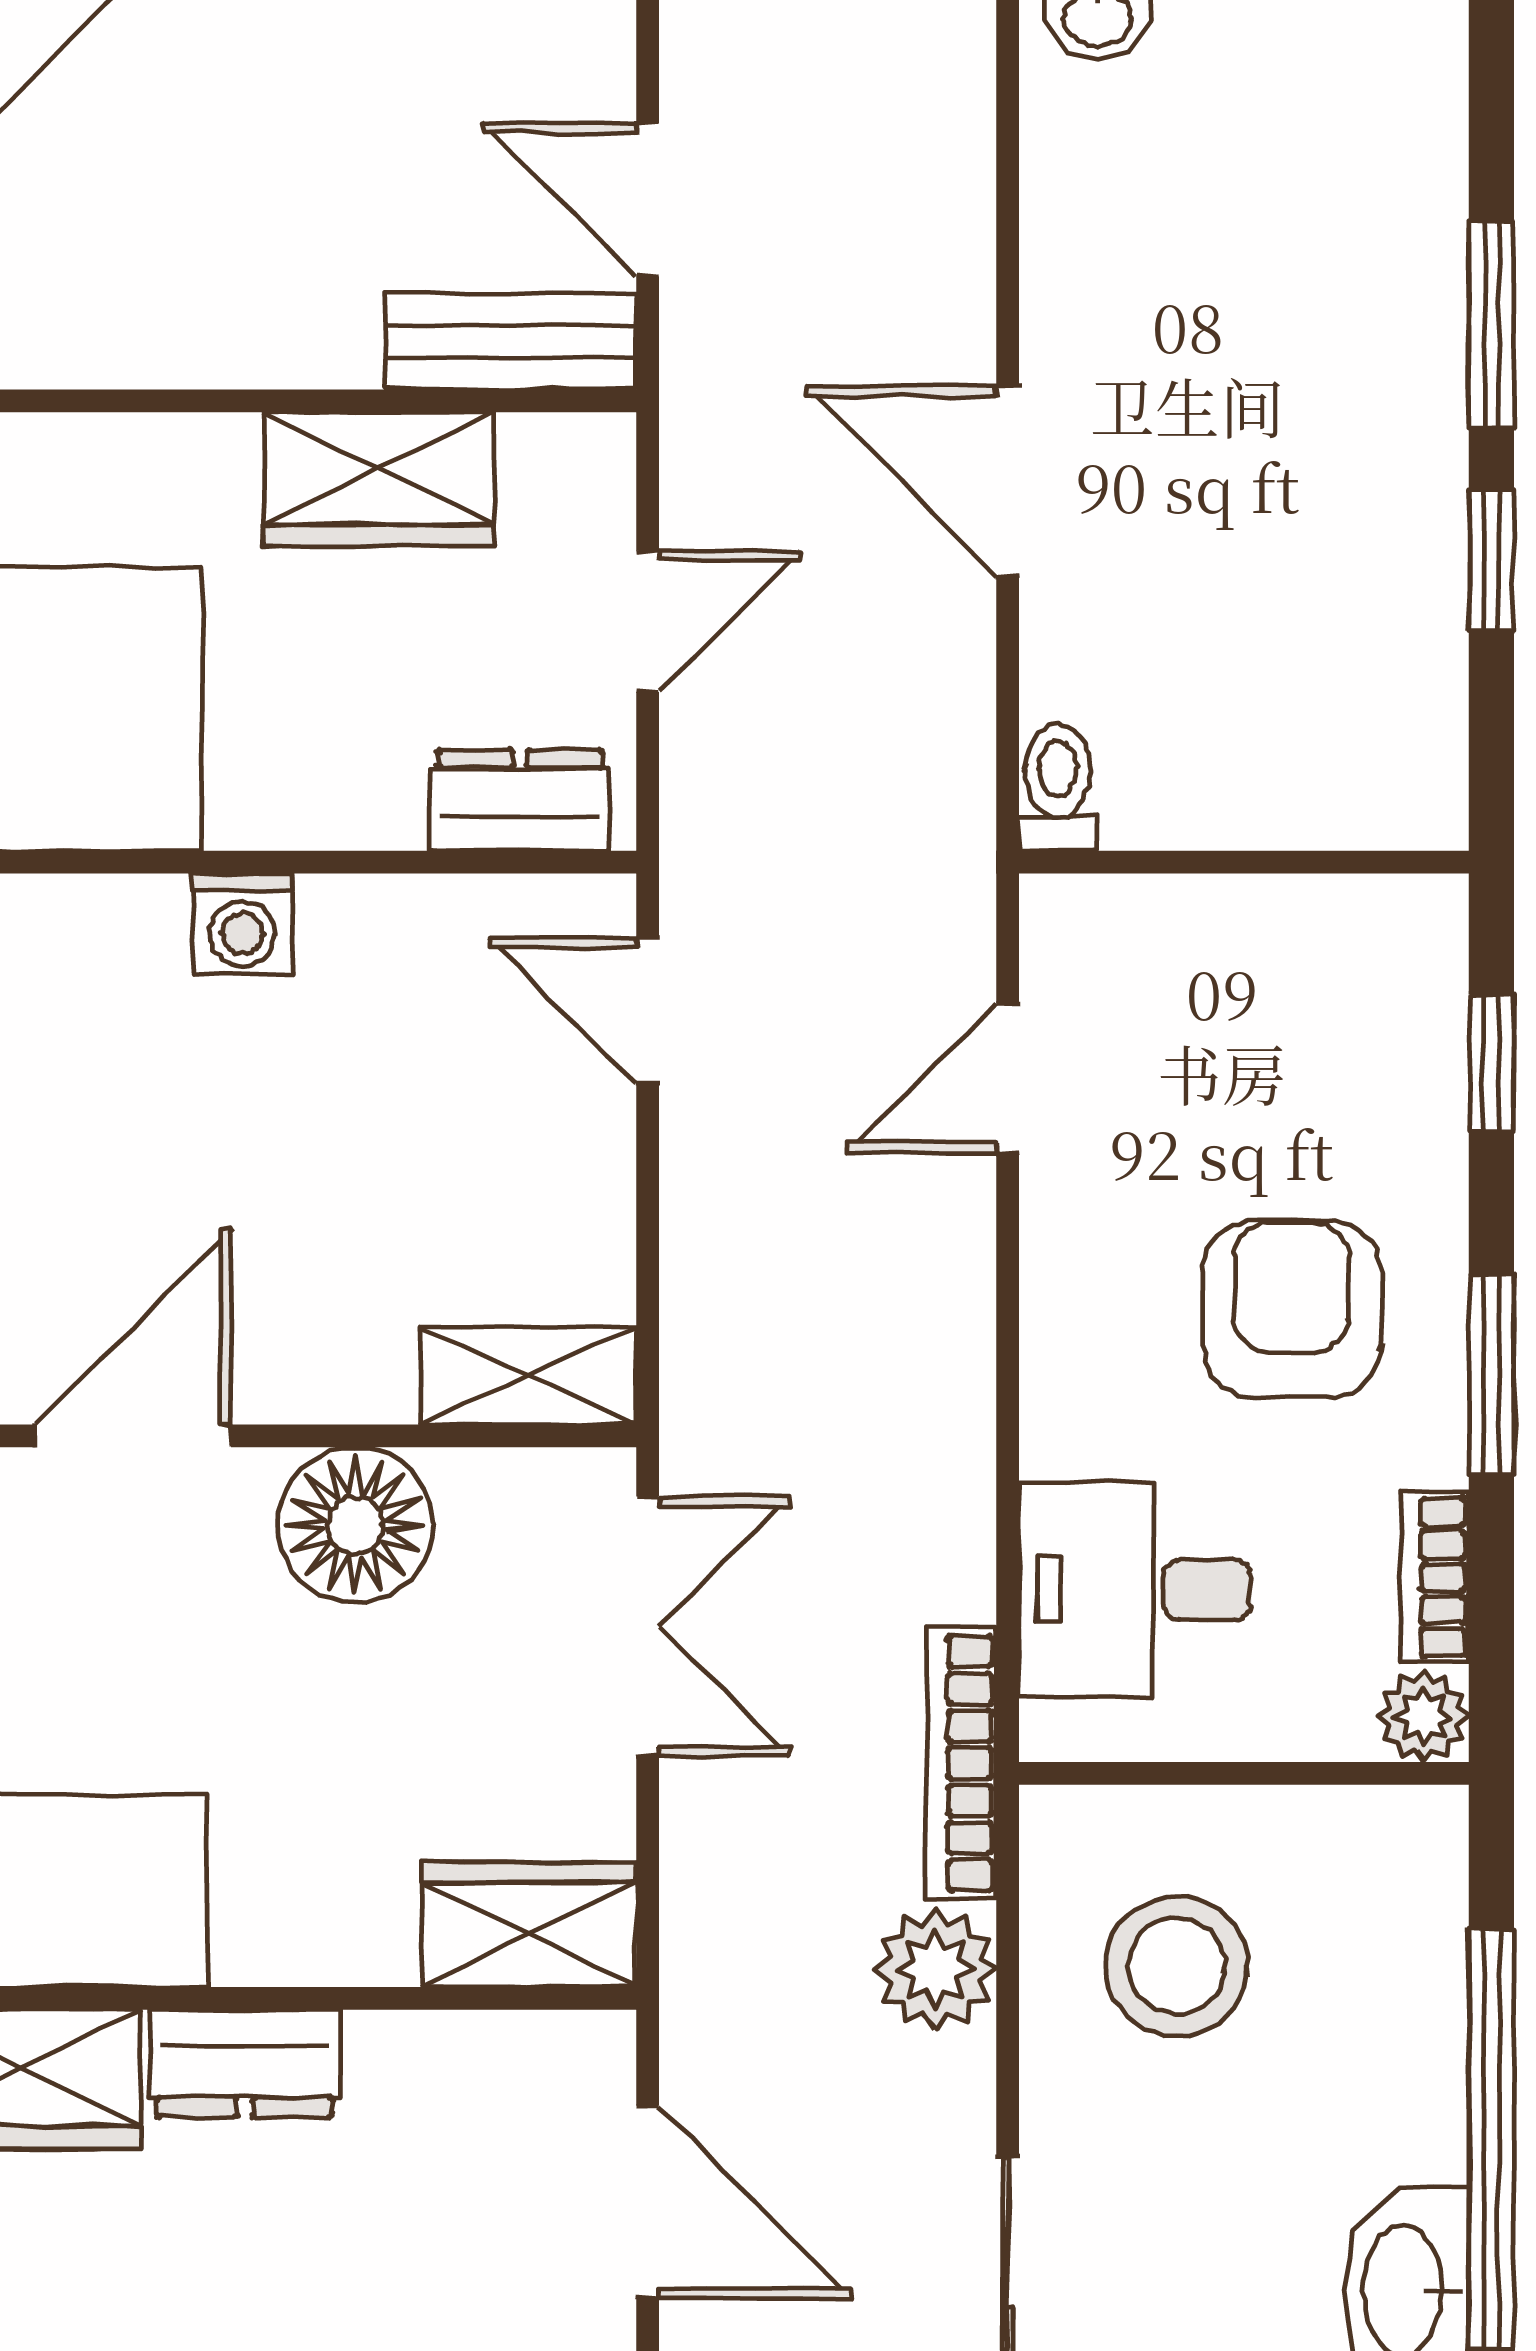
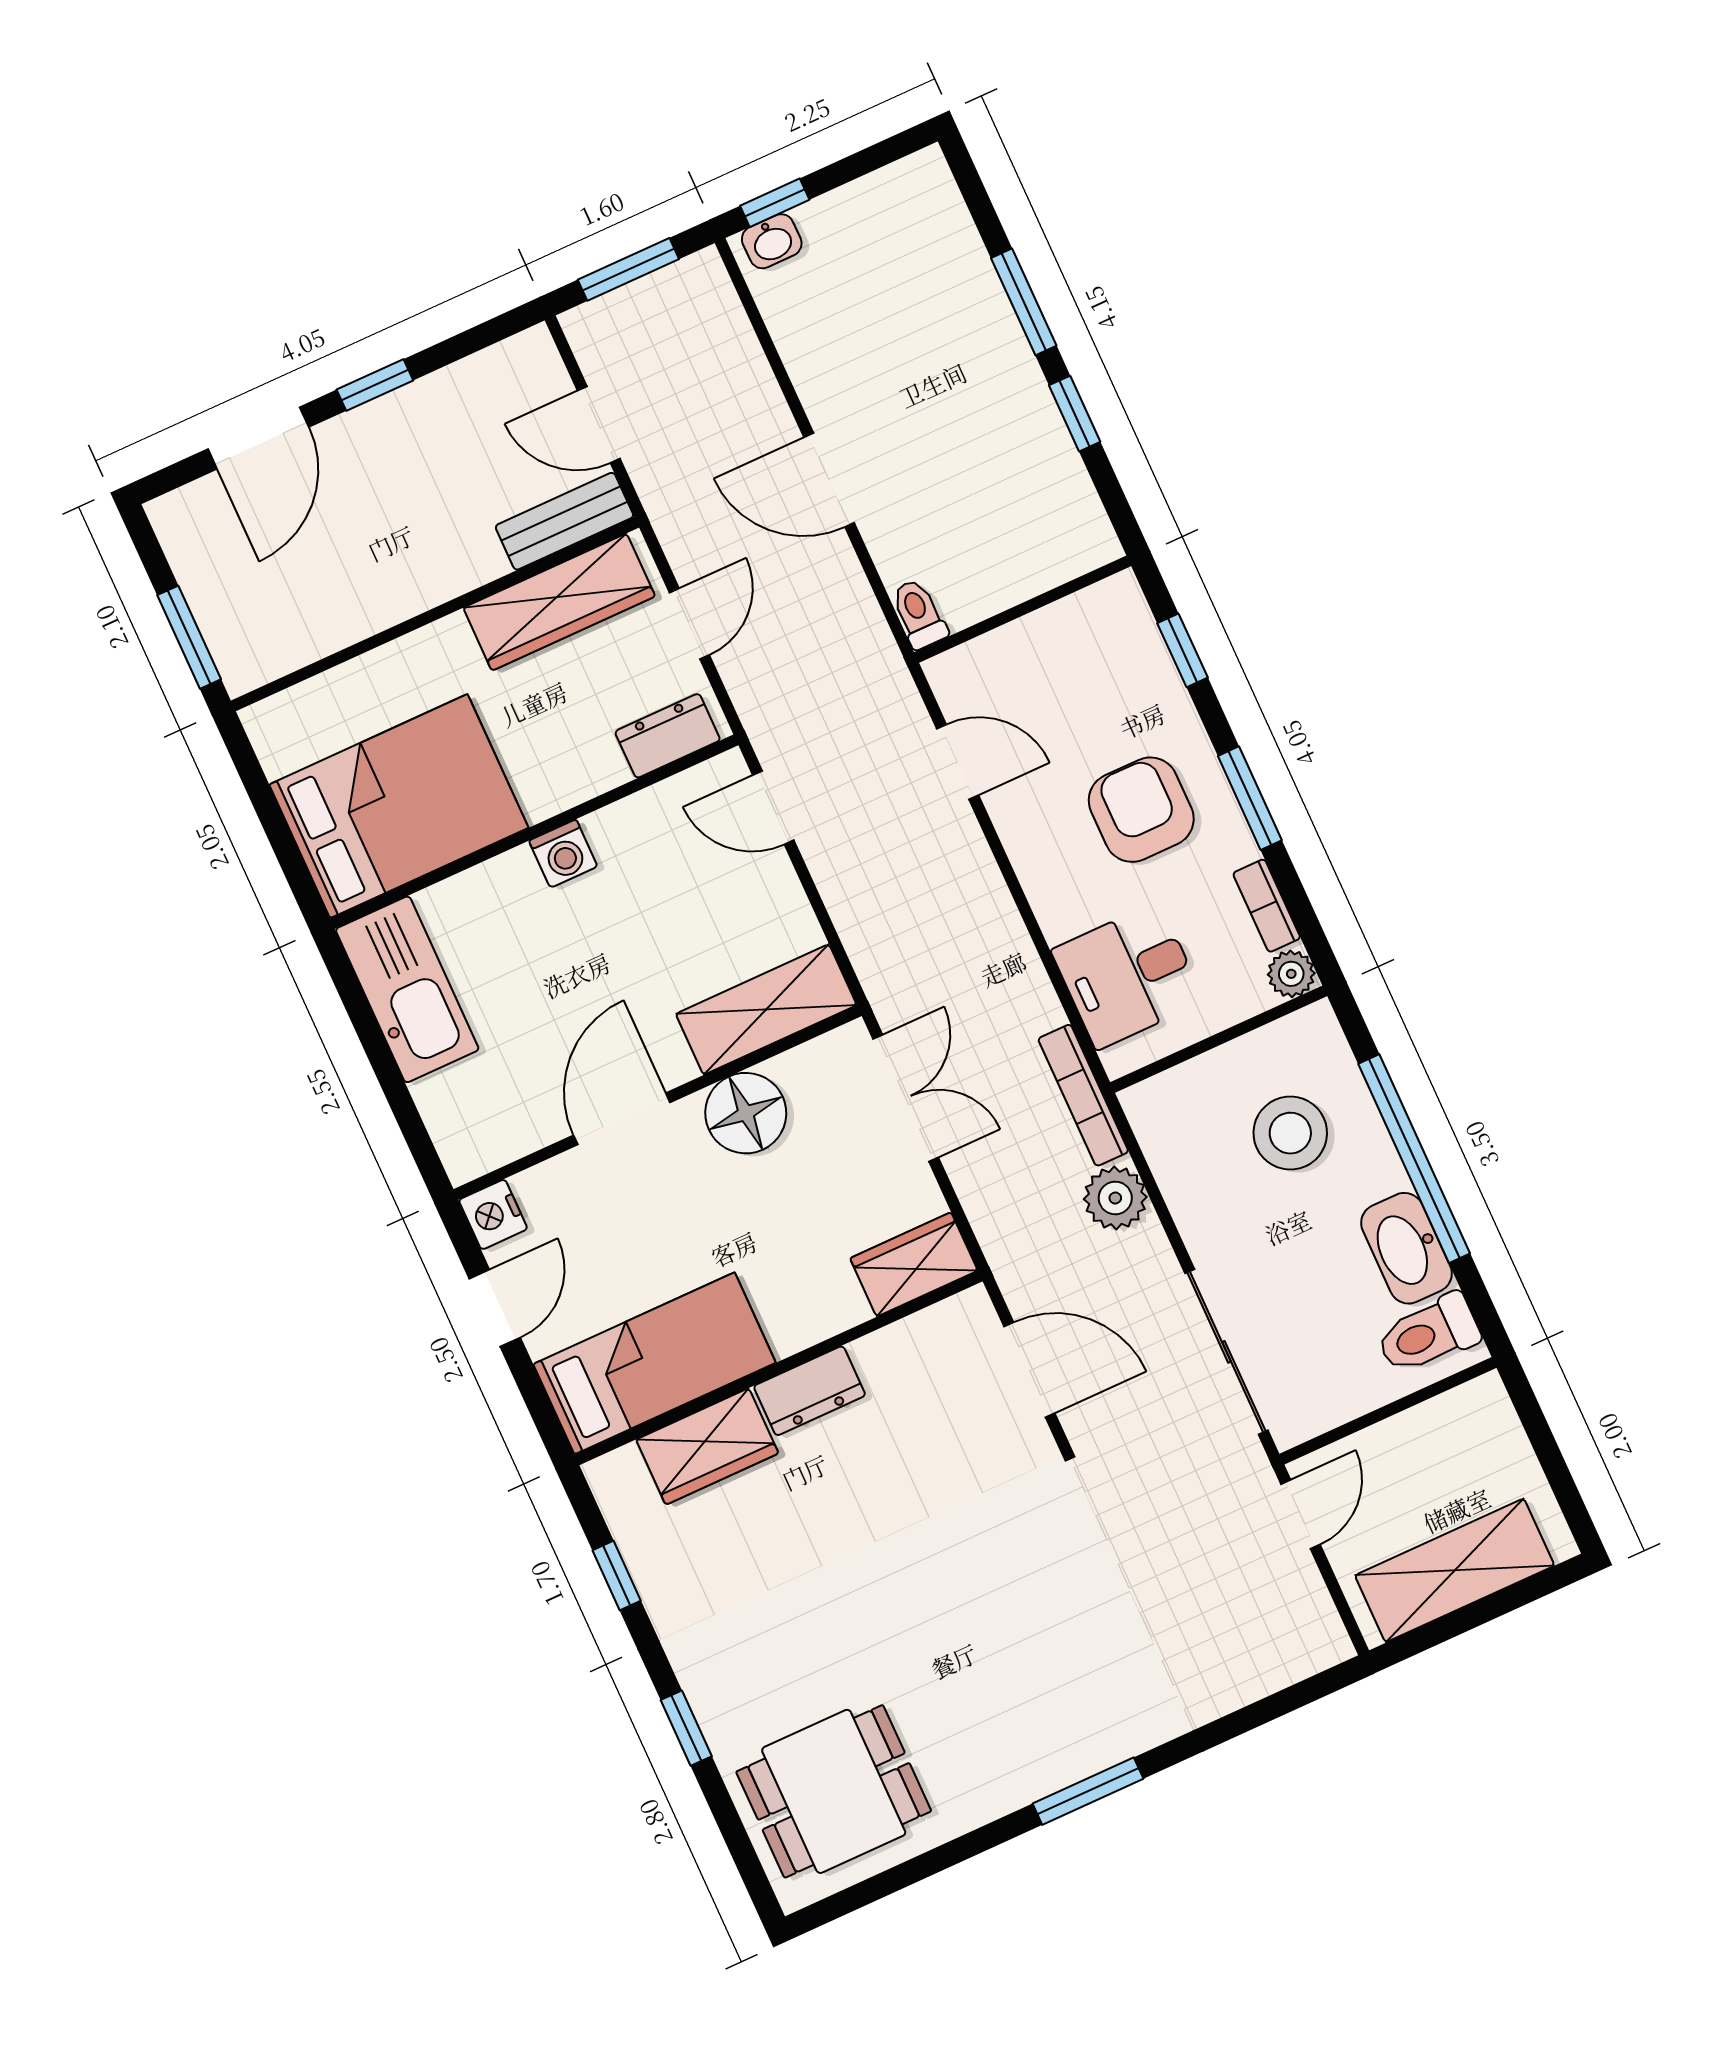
wardrobe: (379, 479) -> (559, 602), width x1.50
door: (1008, 1078) -> (958, 762), swing flipped
shelving: (528, 1376) -> (766, 1010), width x1.50, depth x1.33
stool: (1177, 1966) -> (1290, 1133), moved

